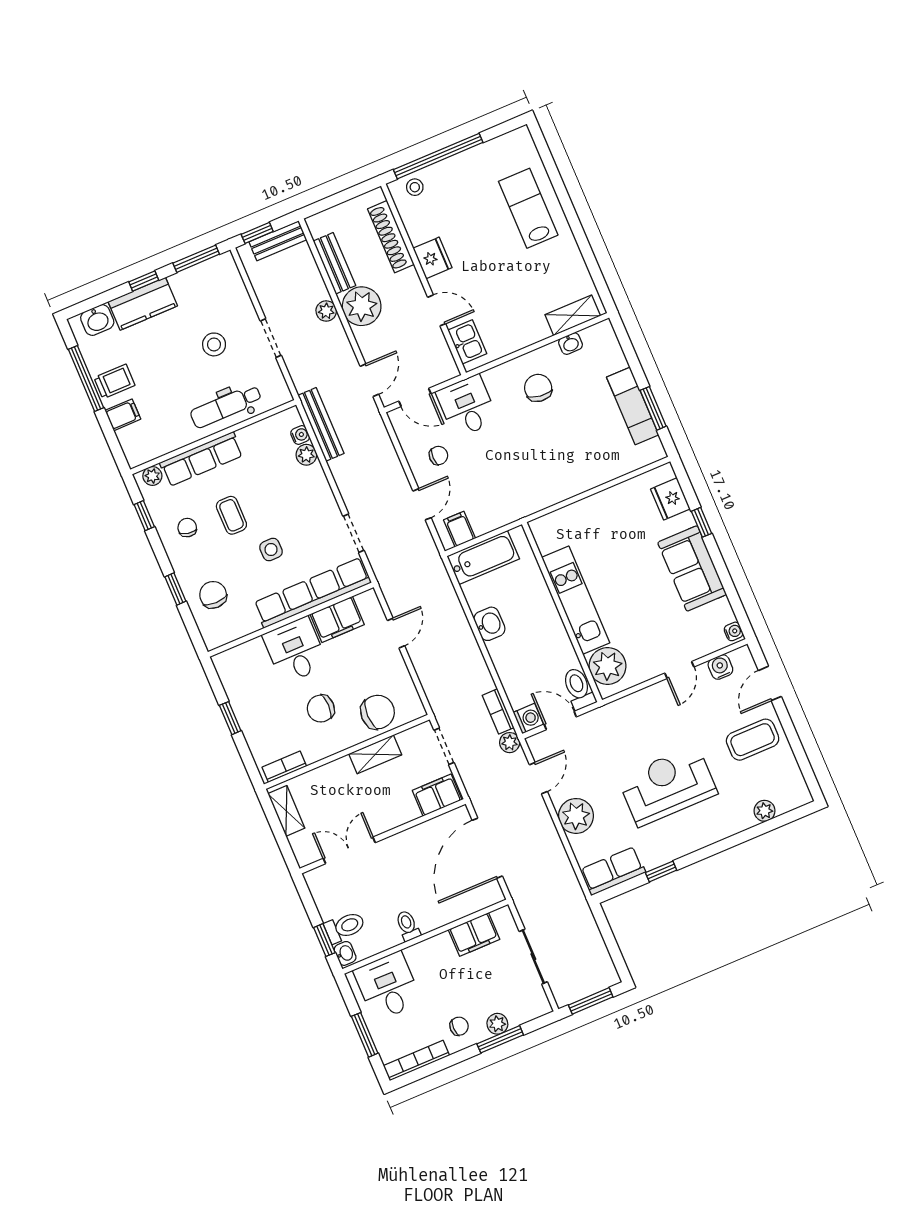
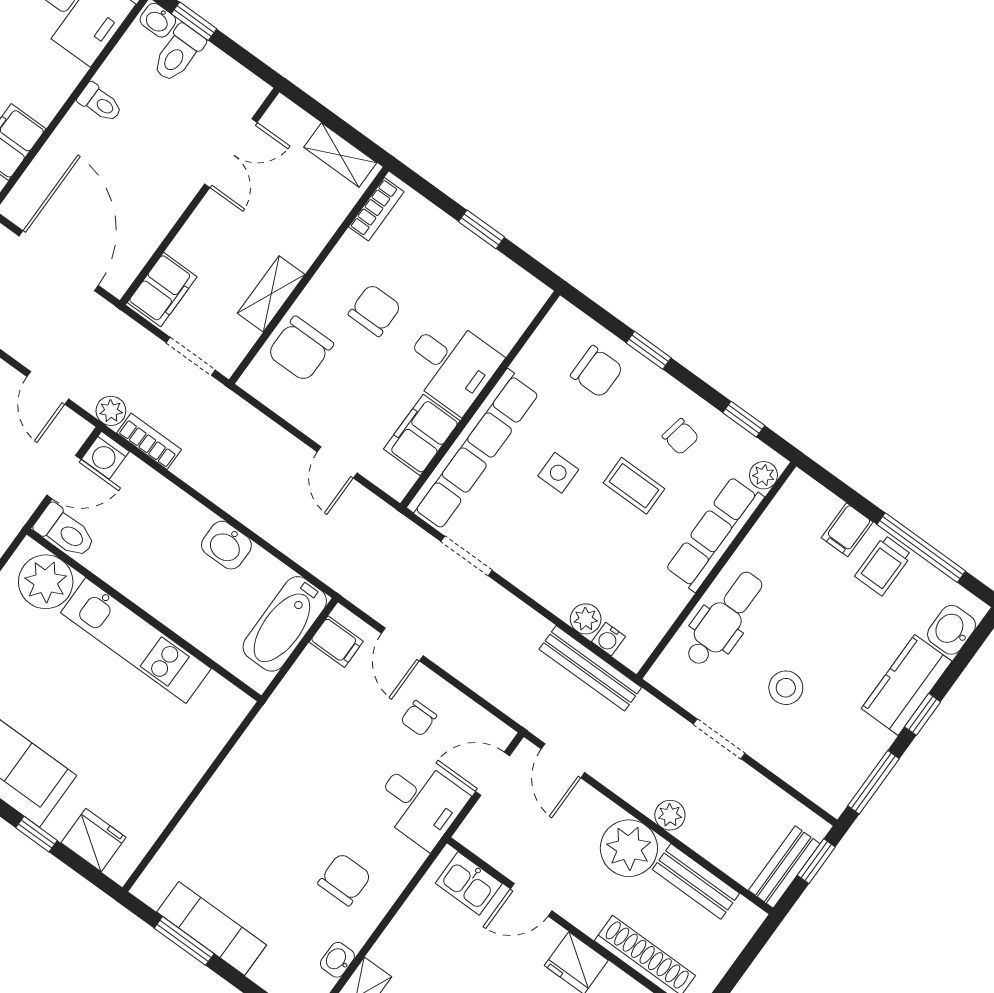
chair: (538, 388) -> (345, 879), turned -98

